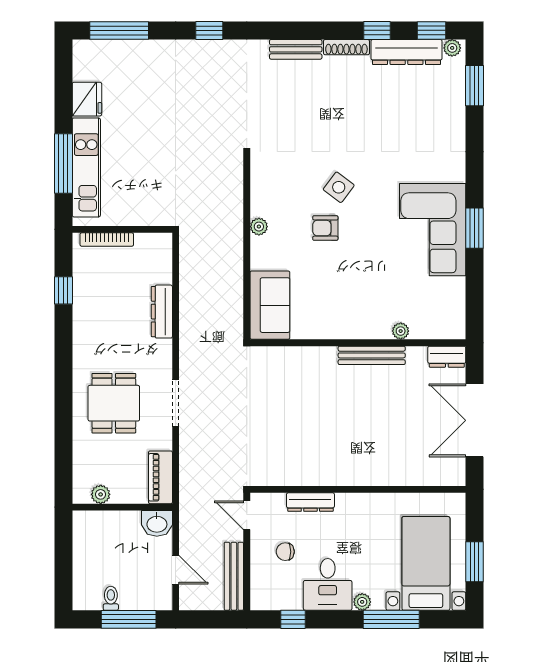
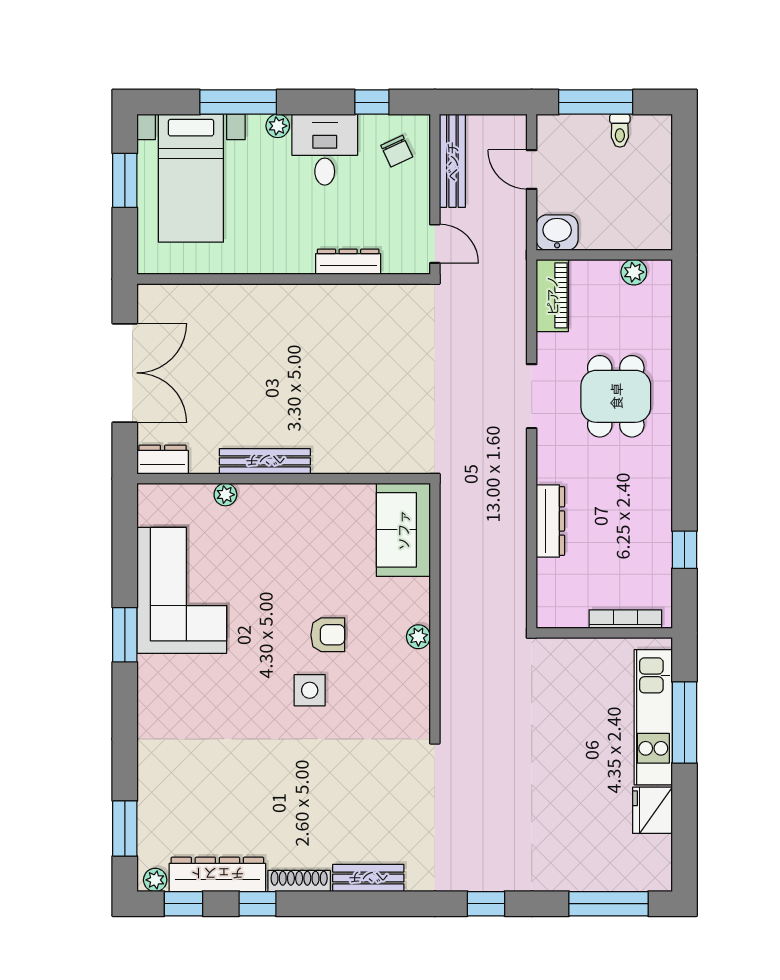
side table: (339, 187) -> (310, 690), turned -37
corner sofa: (433, 230) -> (182, 590), moved
chair: (285, 552) -> (397, 151), moved, turned 65

